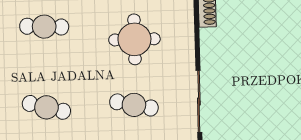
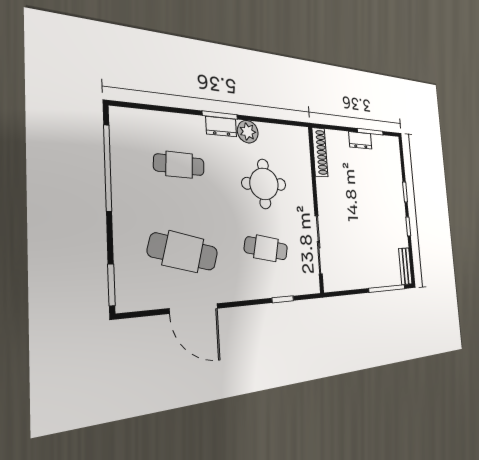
cafe table: (46, 107) -> (183, 252), width x1.37, depth x1.35

